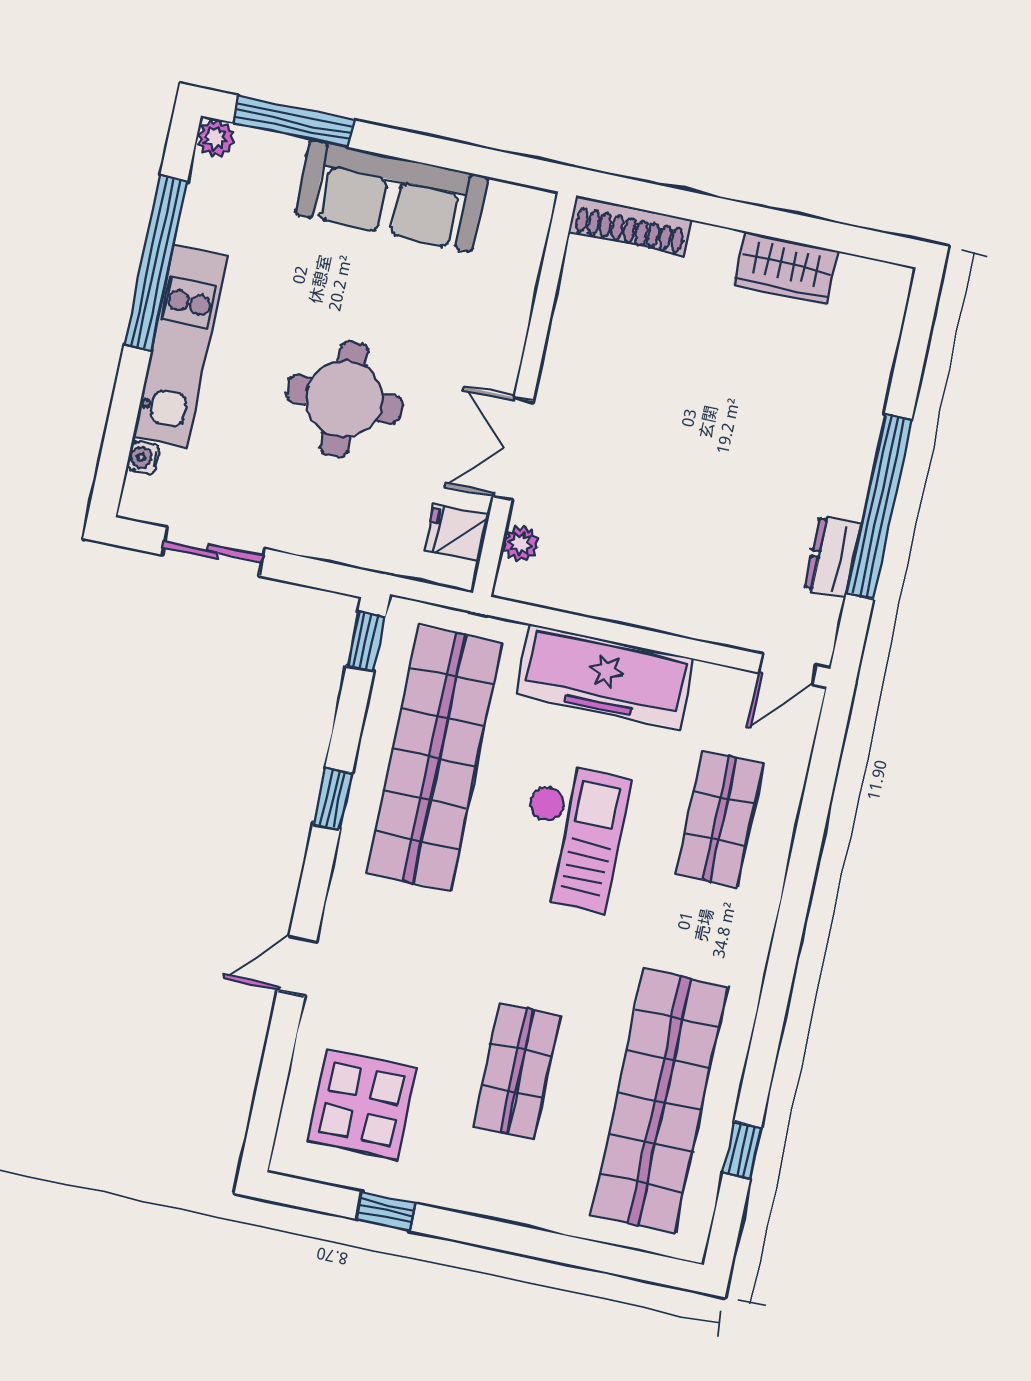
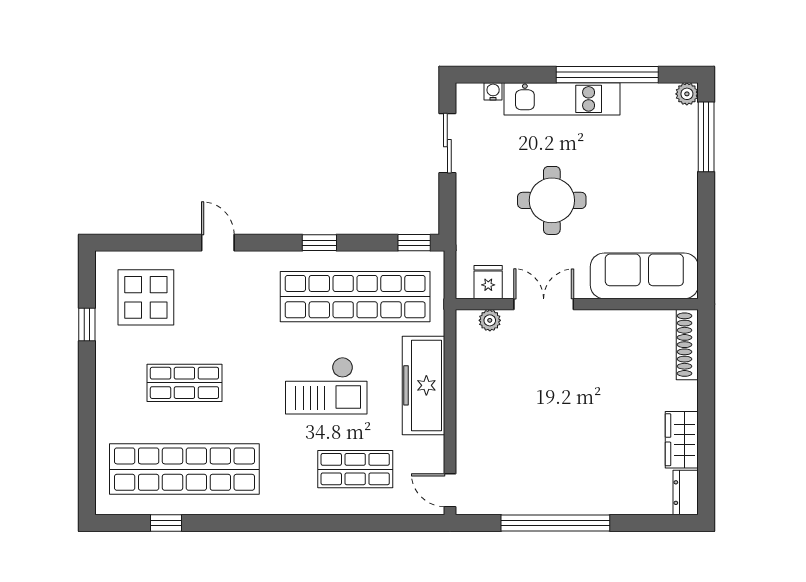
sofa: (391, 196) -> (644, 276), moved, turned 90
dresser: (833, 557) -> (686, 493), moved, turned -90

